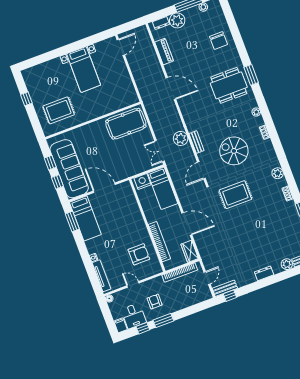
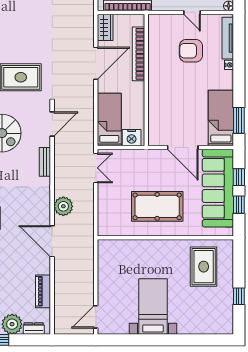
rug: (59, 110) -> (204, 267), turned 90
pool table: (126, 124) -> (157, 206), moved
plant: (181, 138) -> (63, 206), moved
door: (187, 224) -> (96, 63), swing flipped
armchair: (139, 254) -> (191, 51), moved

